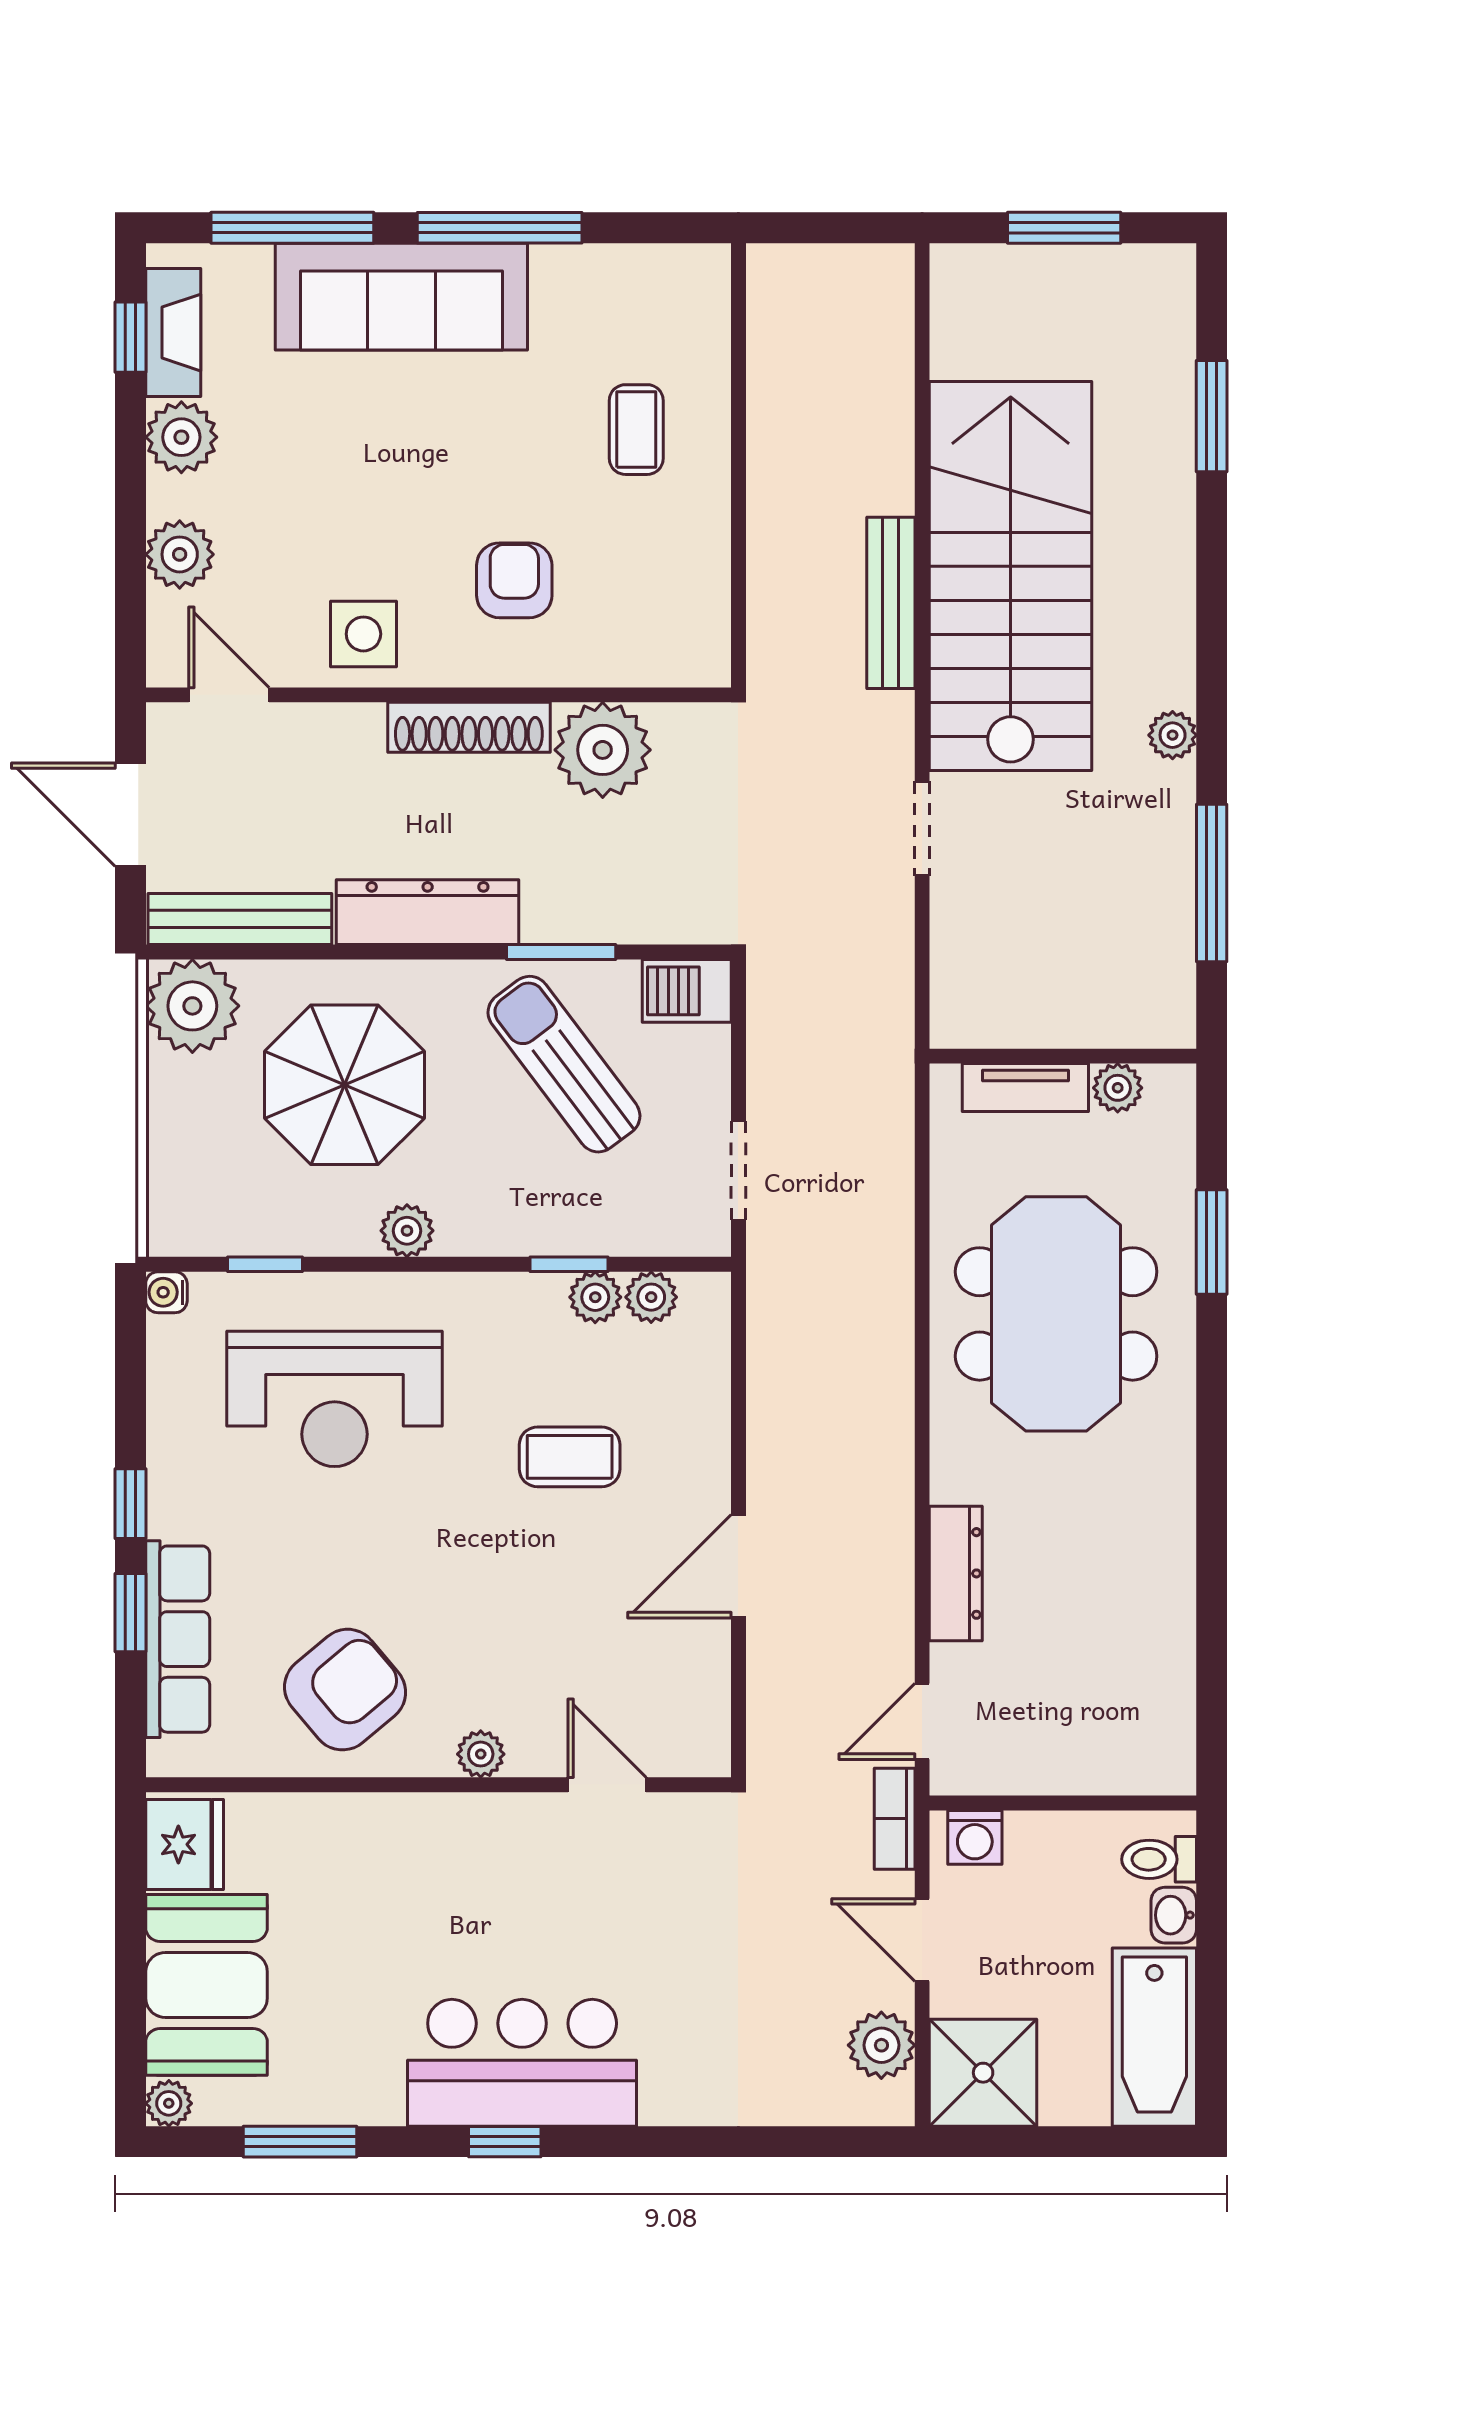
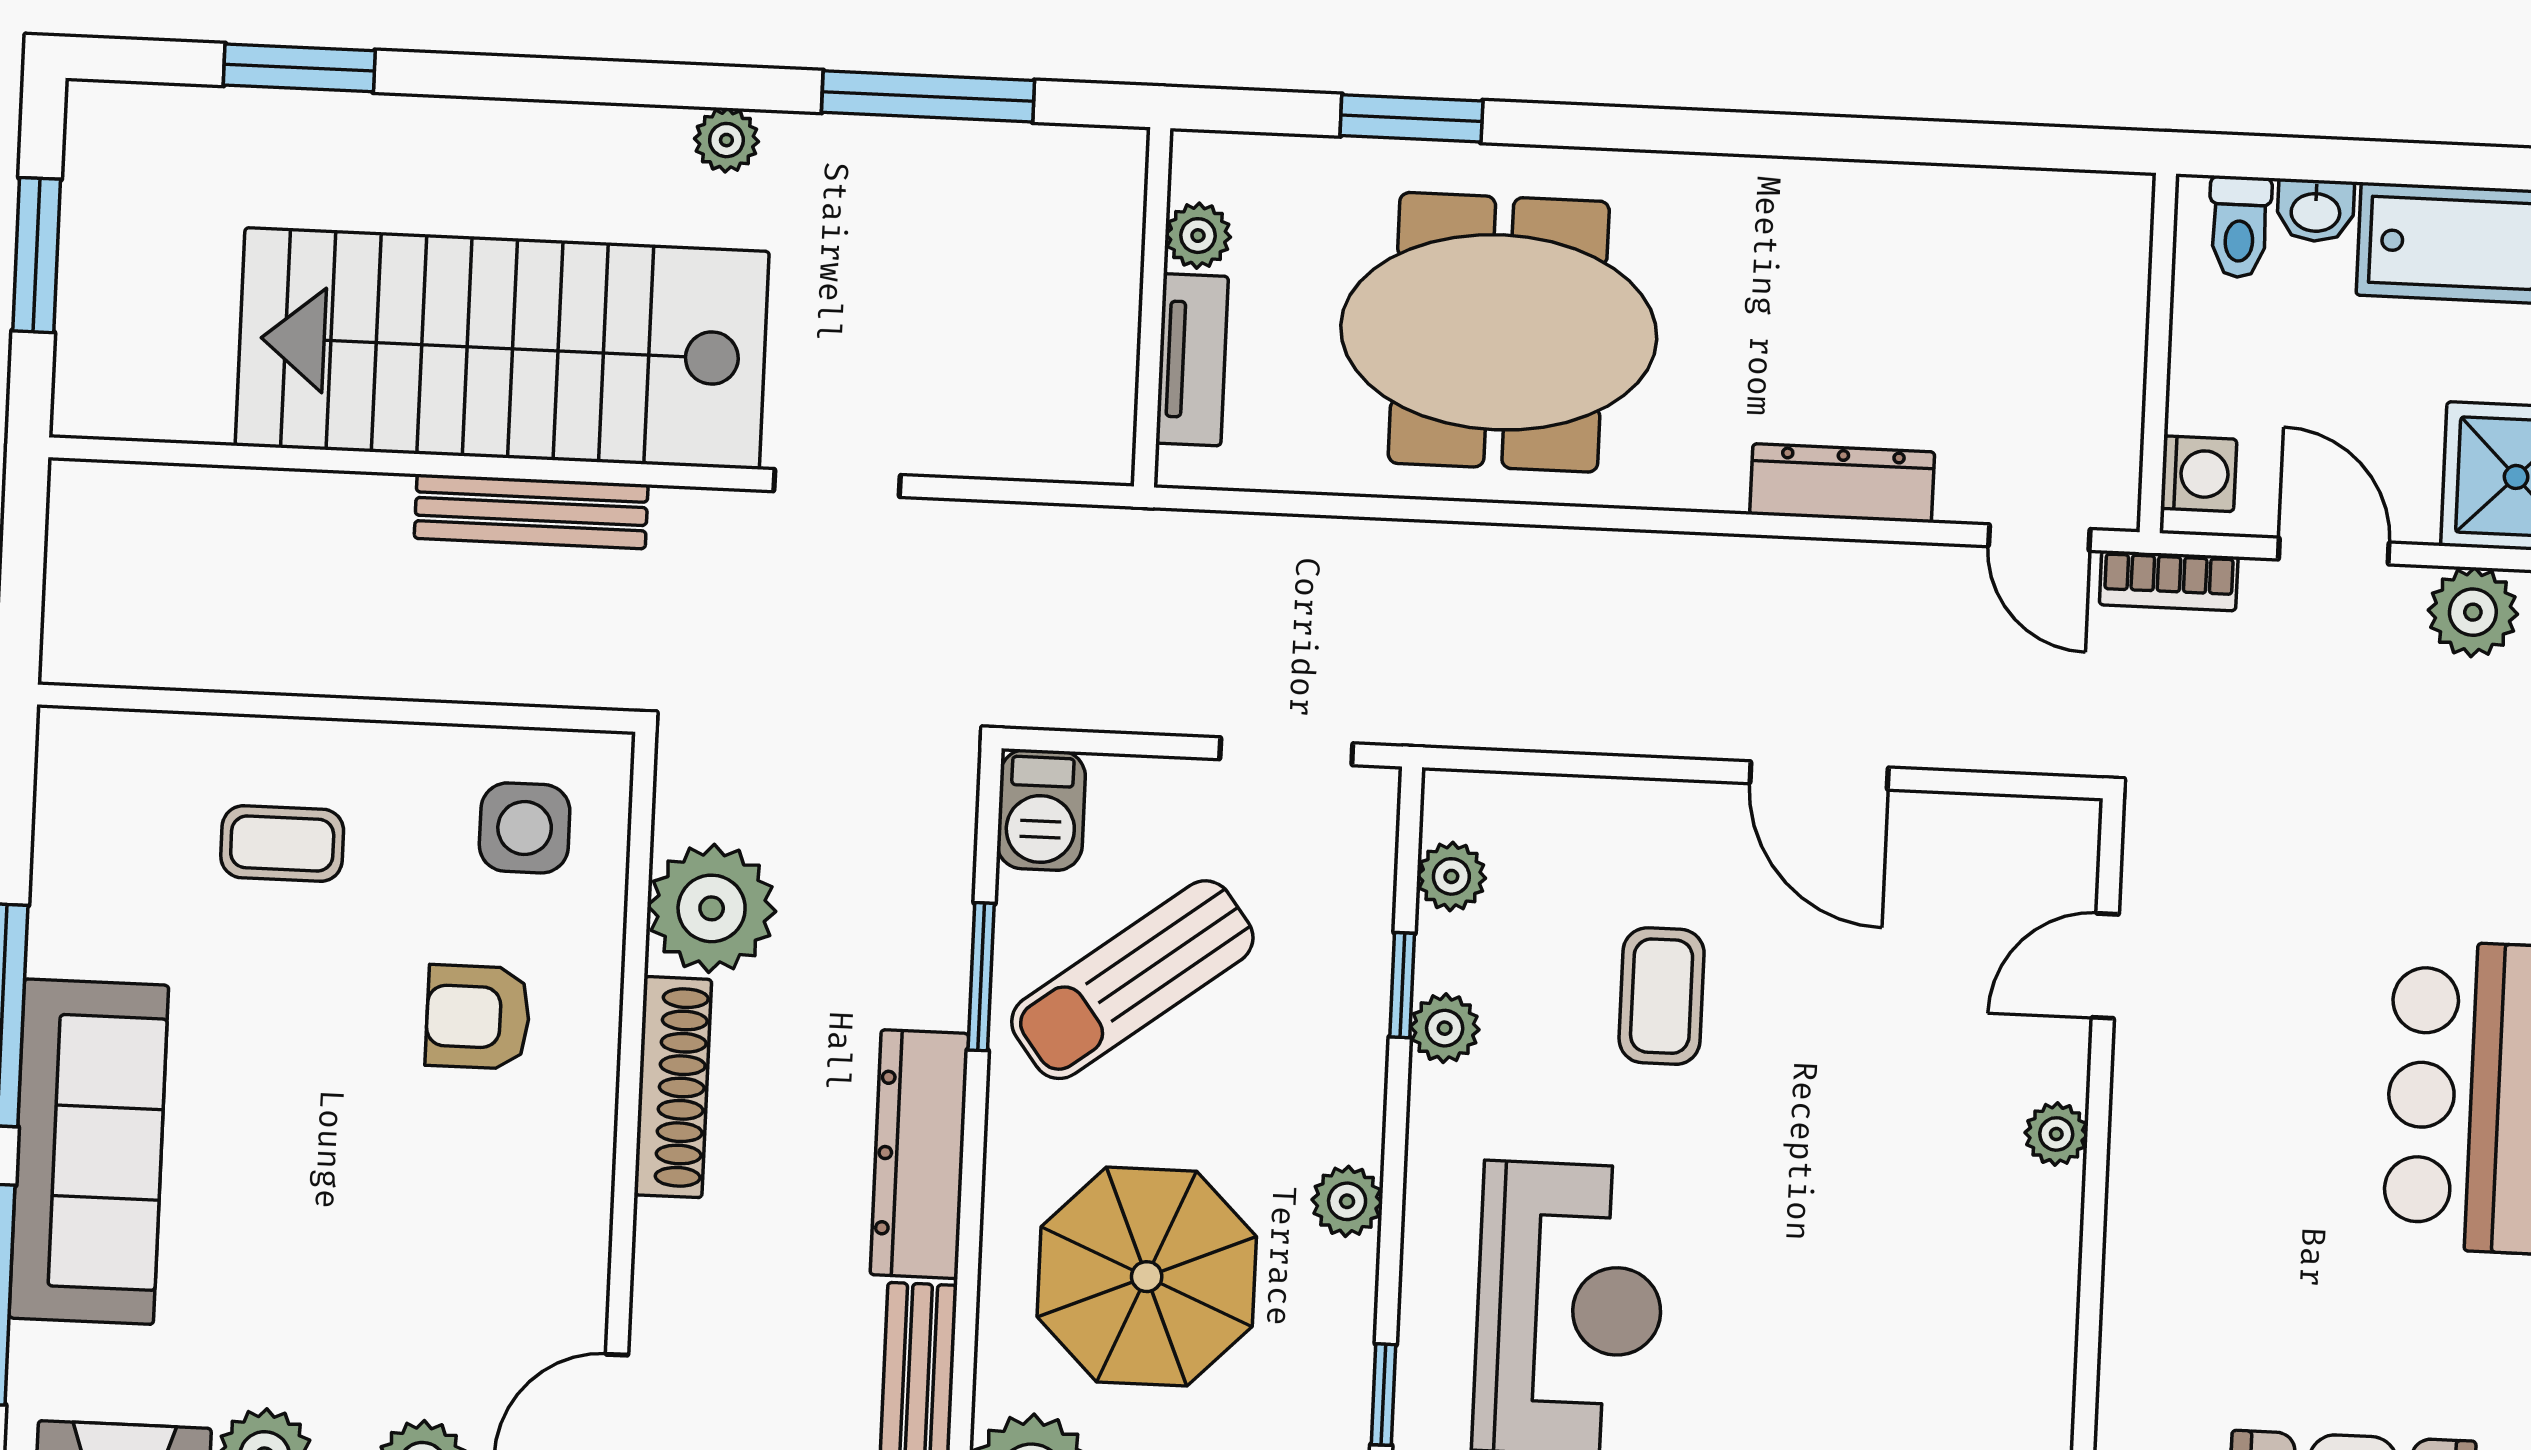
side table: (363, 634) -> (525, 828), moved
plant: (595, 1297) -> (1445, 1028), moved
armchair: (345, 1690) -> (1961, 1313), removed
door: (922, 1940) -> (2334, 551), swing flipped

